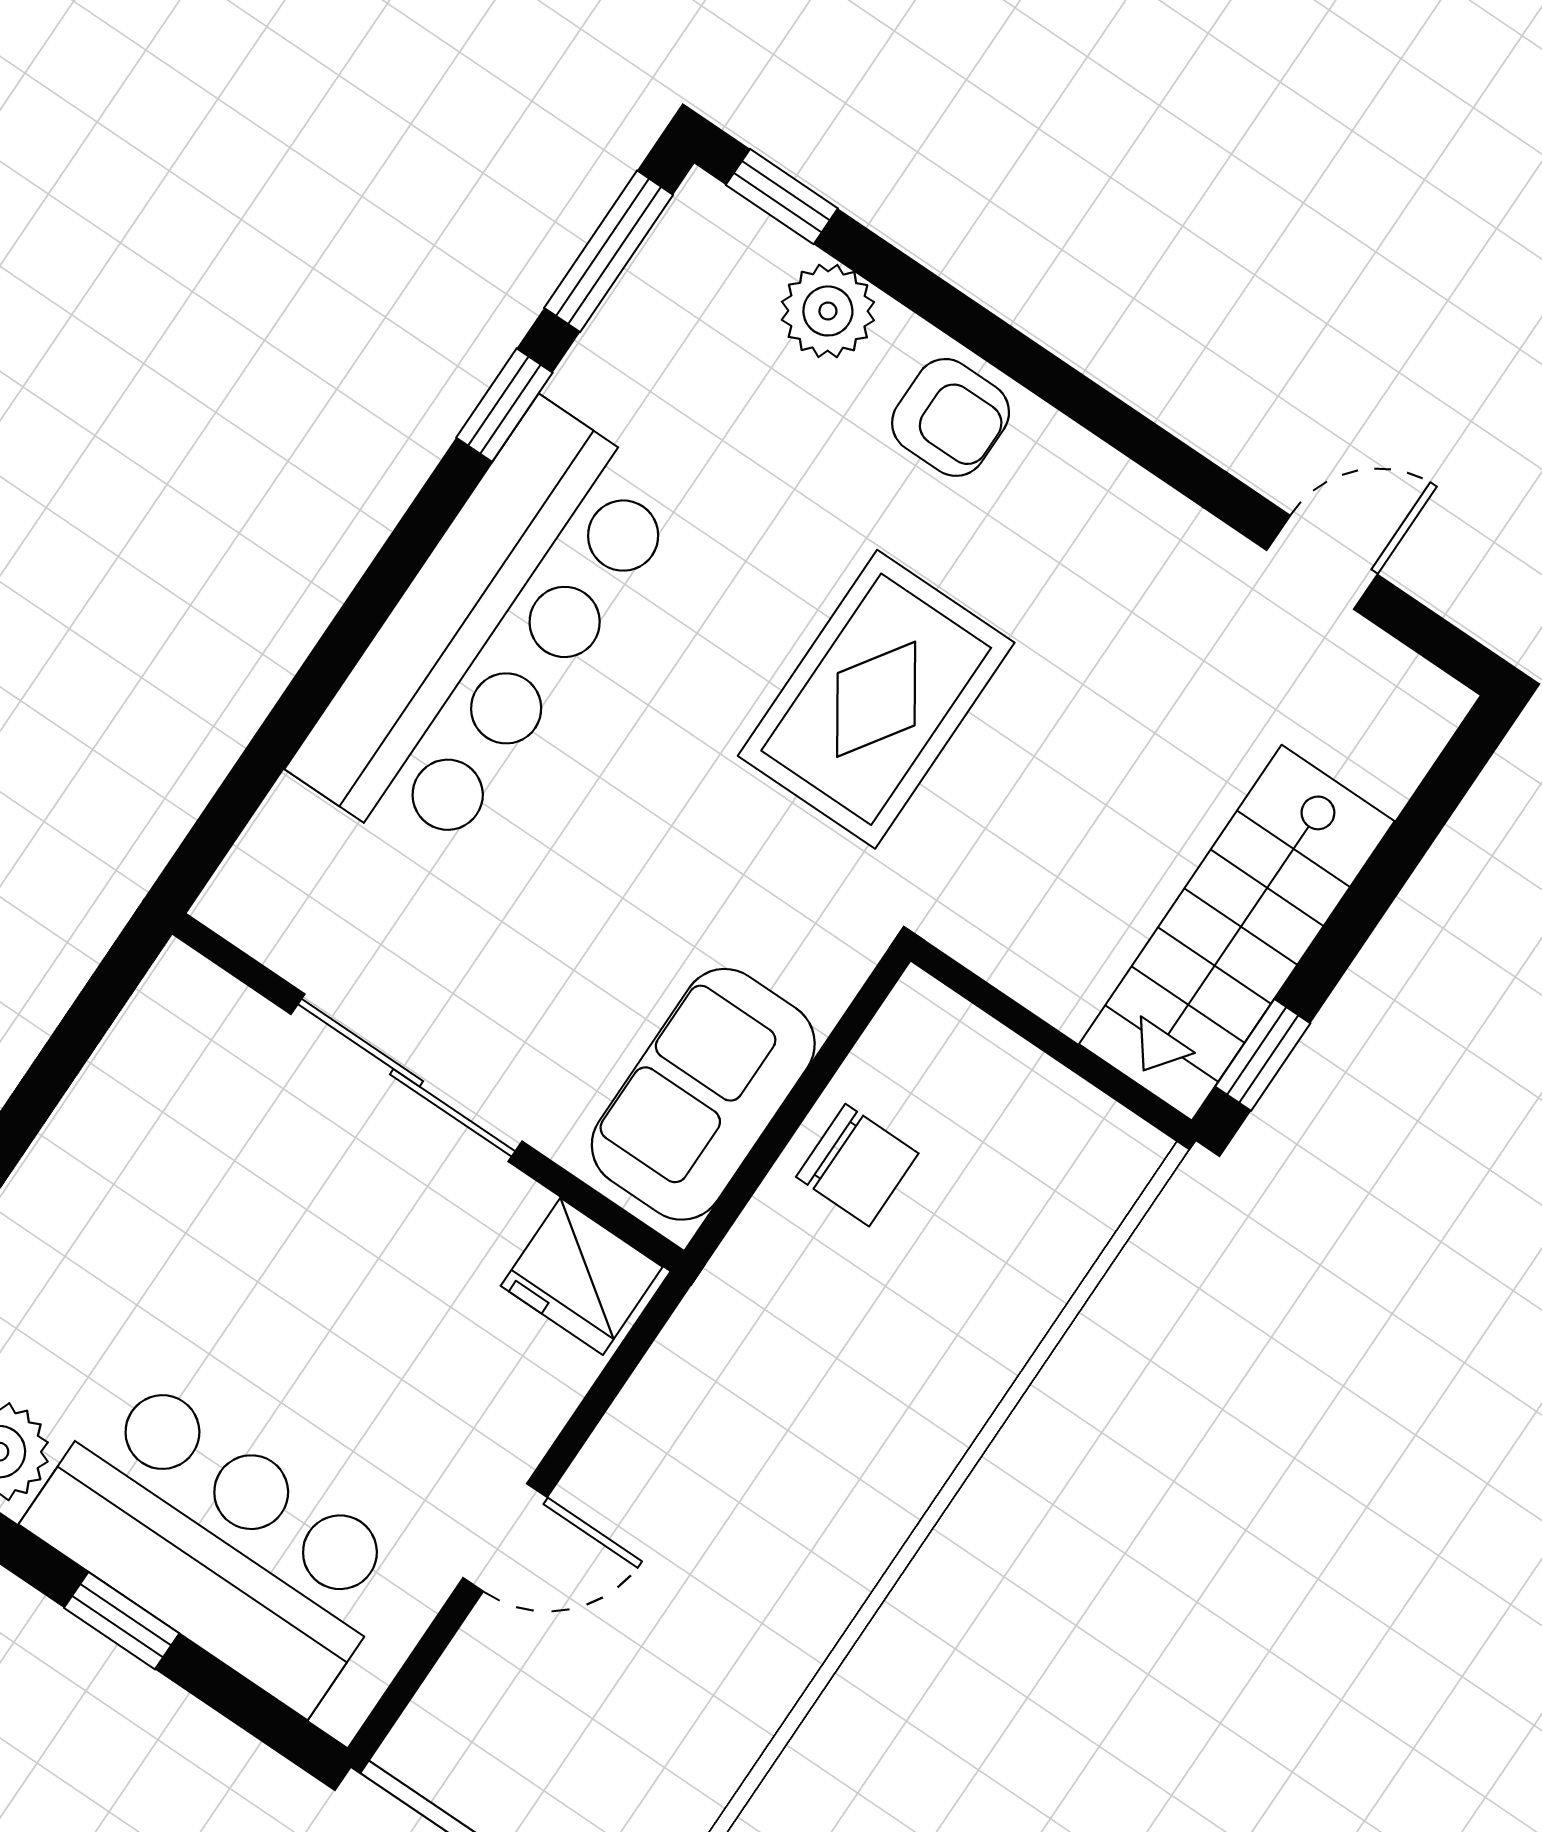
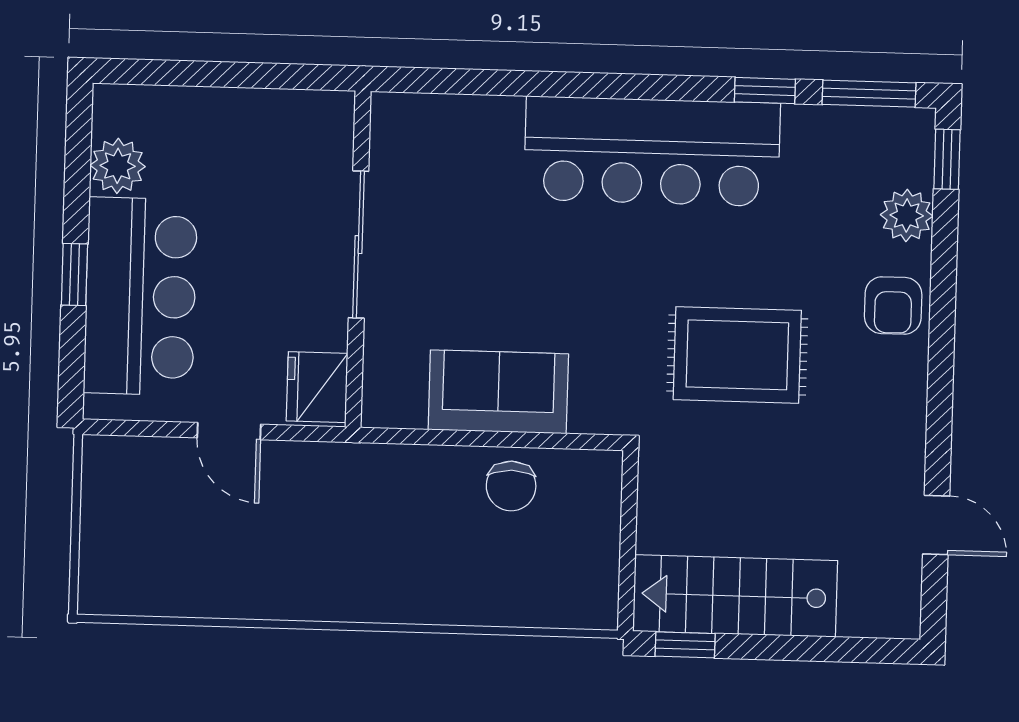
sliding door: (407, 1078) -> (358, 245), moved
wall: (428, 1092) -> (358, 259), moved
fridge: (582, 1276) -> (317, 387), moved

